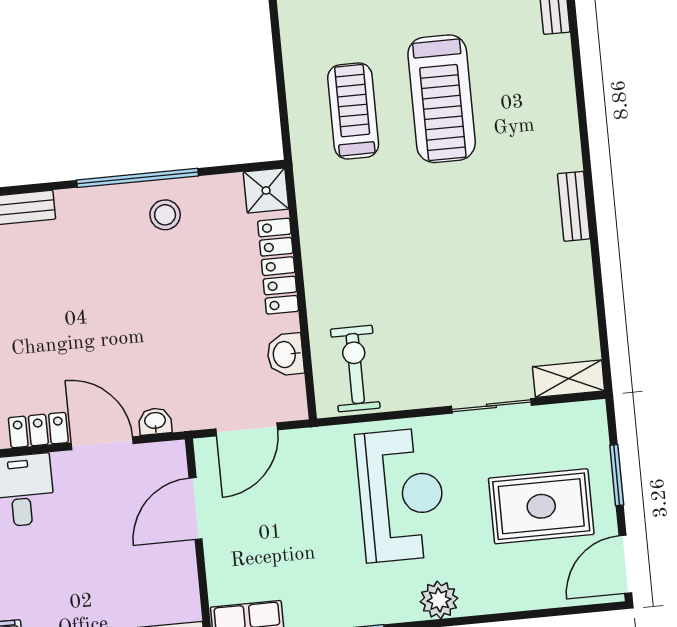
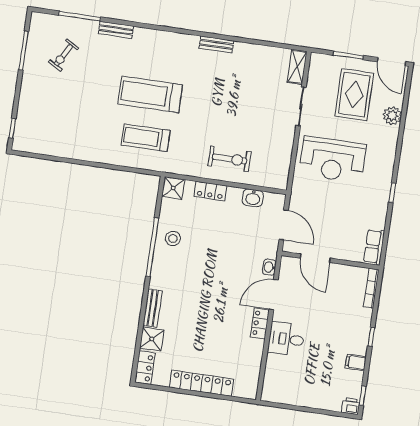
treadmill: (442, 99) -> (150, 94), turned 180
locker: (278, 266) -> (210, 191), width x0.66
exercise bike: (355, 369) -> (230, 159), moved, turned 180
reception desk: (401, 495) -> (333, 160), turned 180
plant: (439, 600) -> (392, 116), moved

